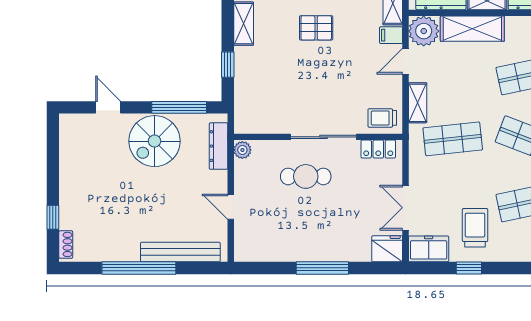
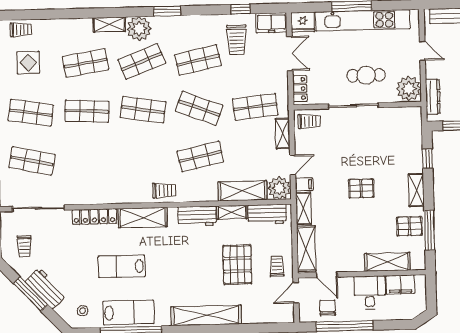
locker: (378, 149) -> (300, 89), moved, turned 90
plant: (242, 150) -> (409, 89), width x1.88, depth x1.88
kitchen unit: (308, 249) -> (363, 20), added

